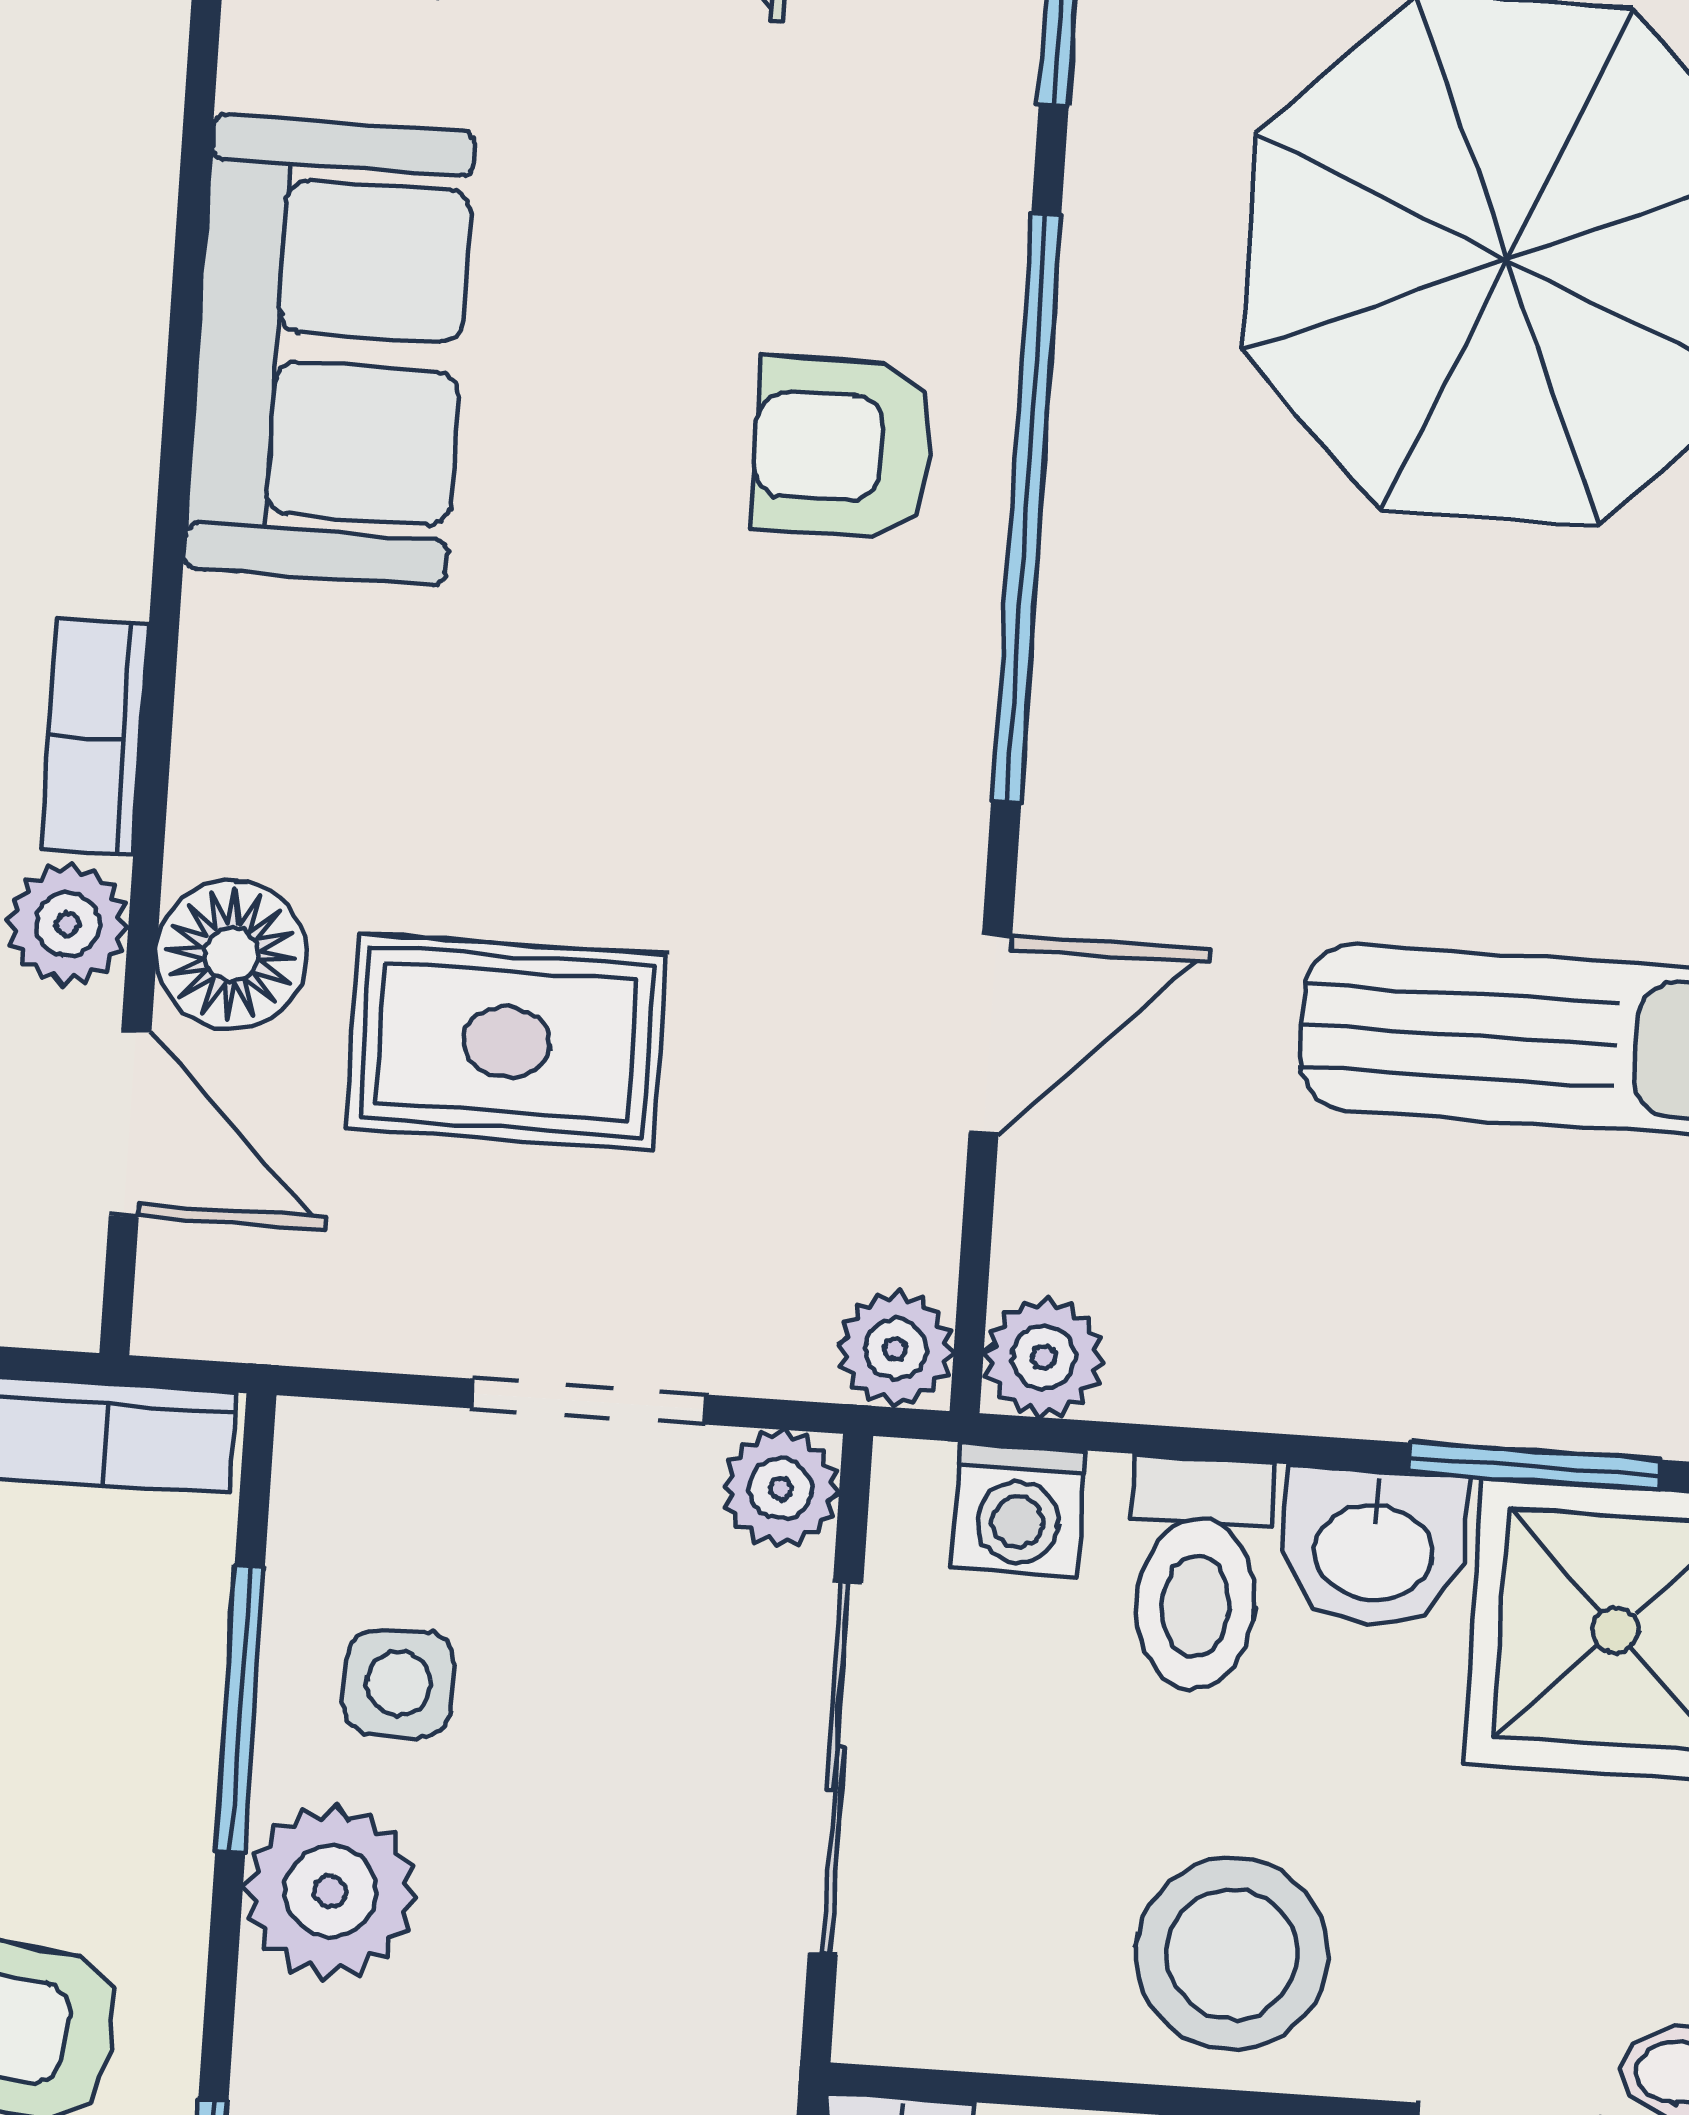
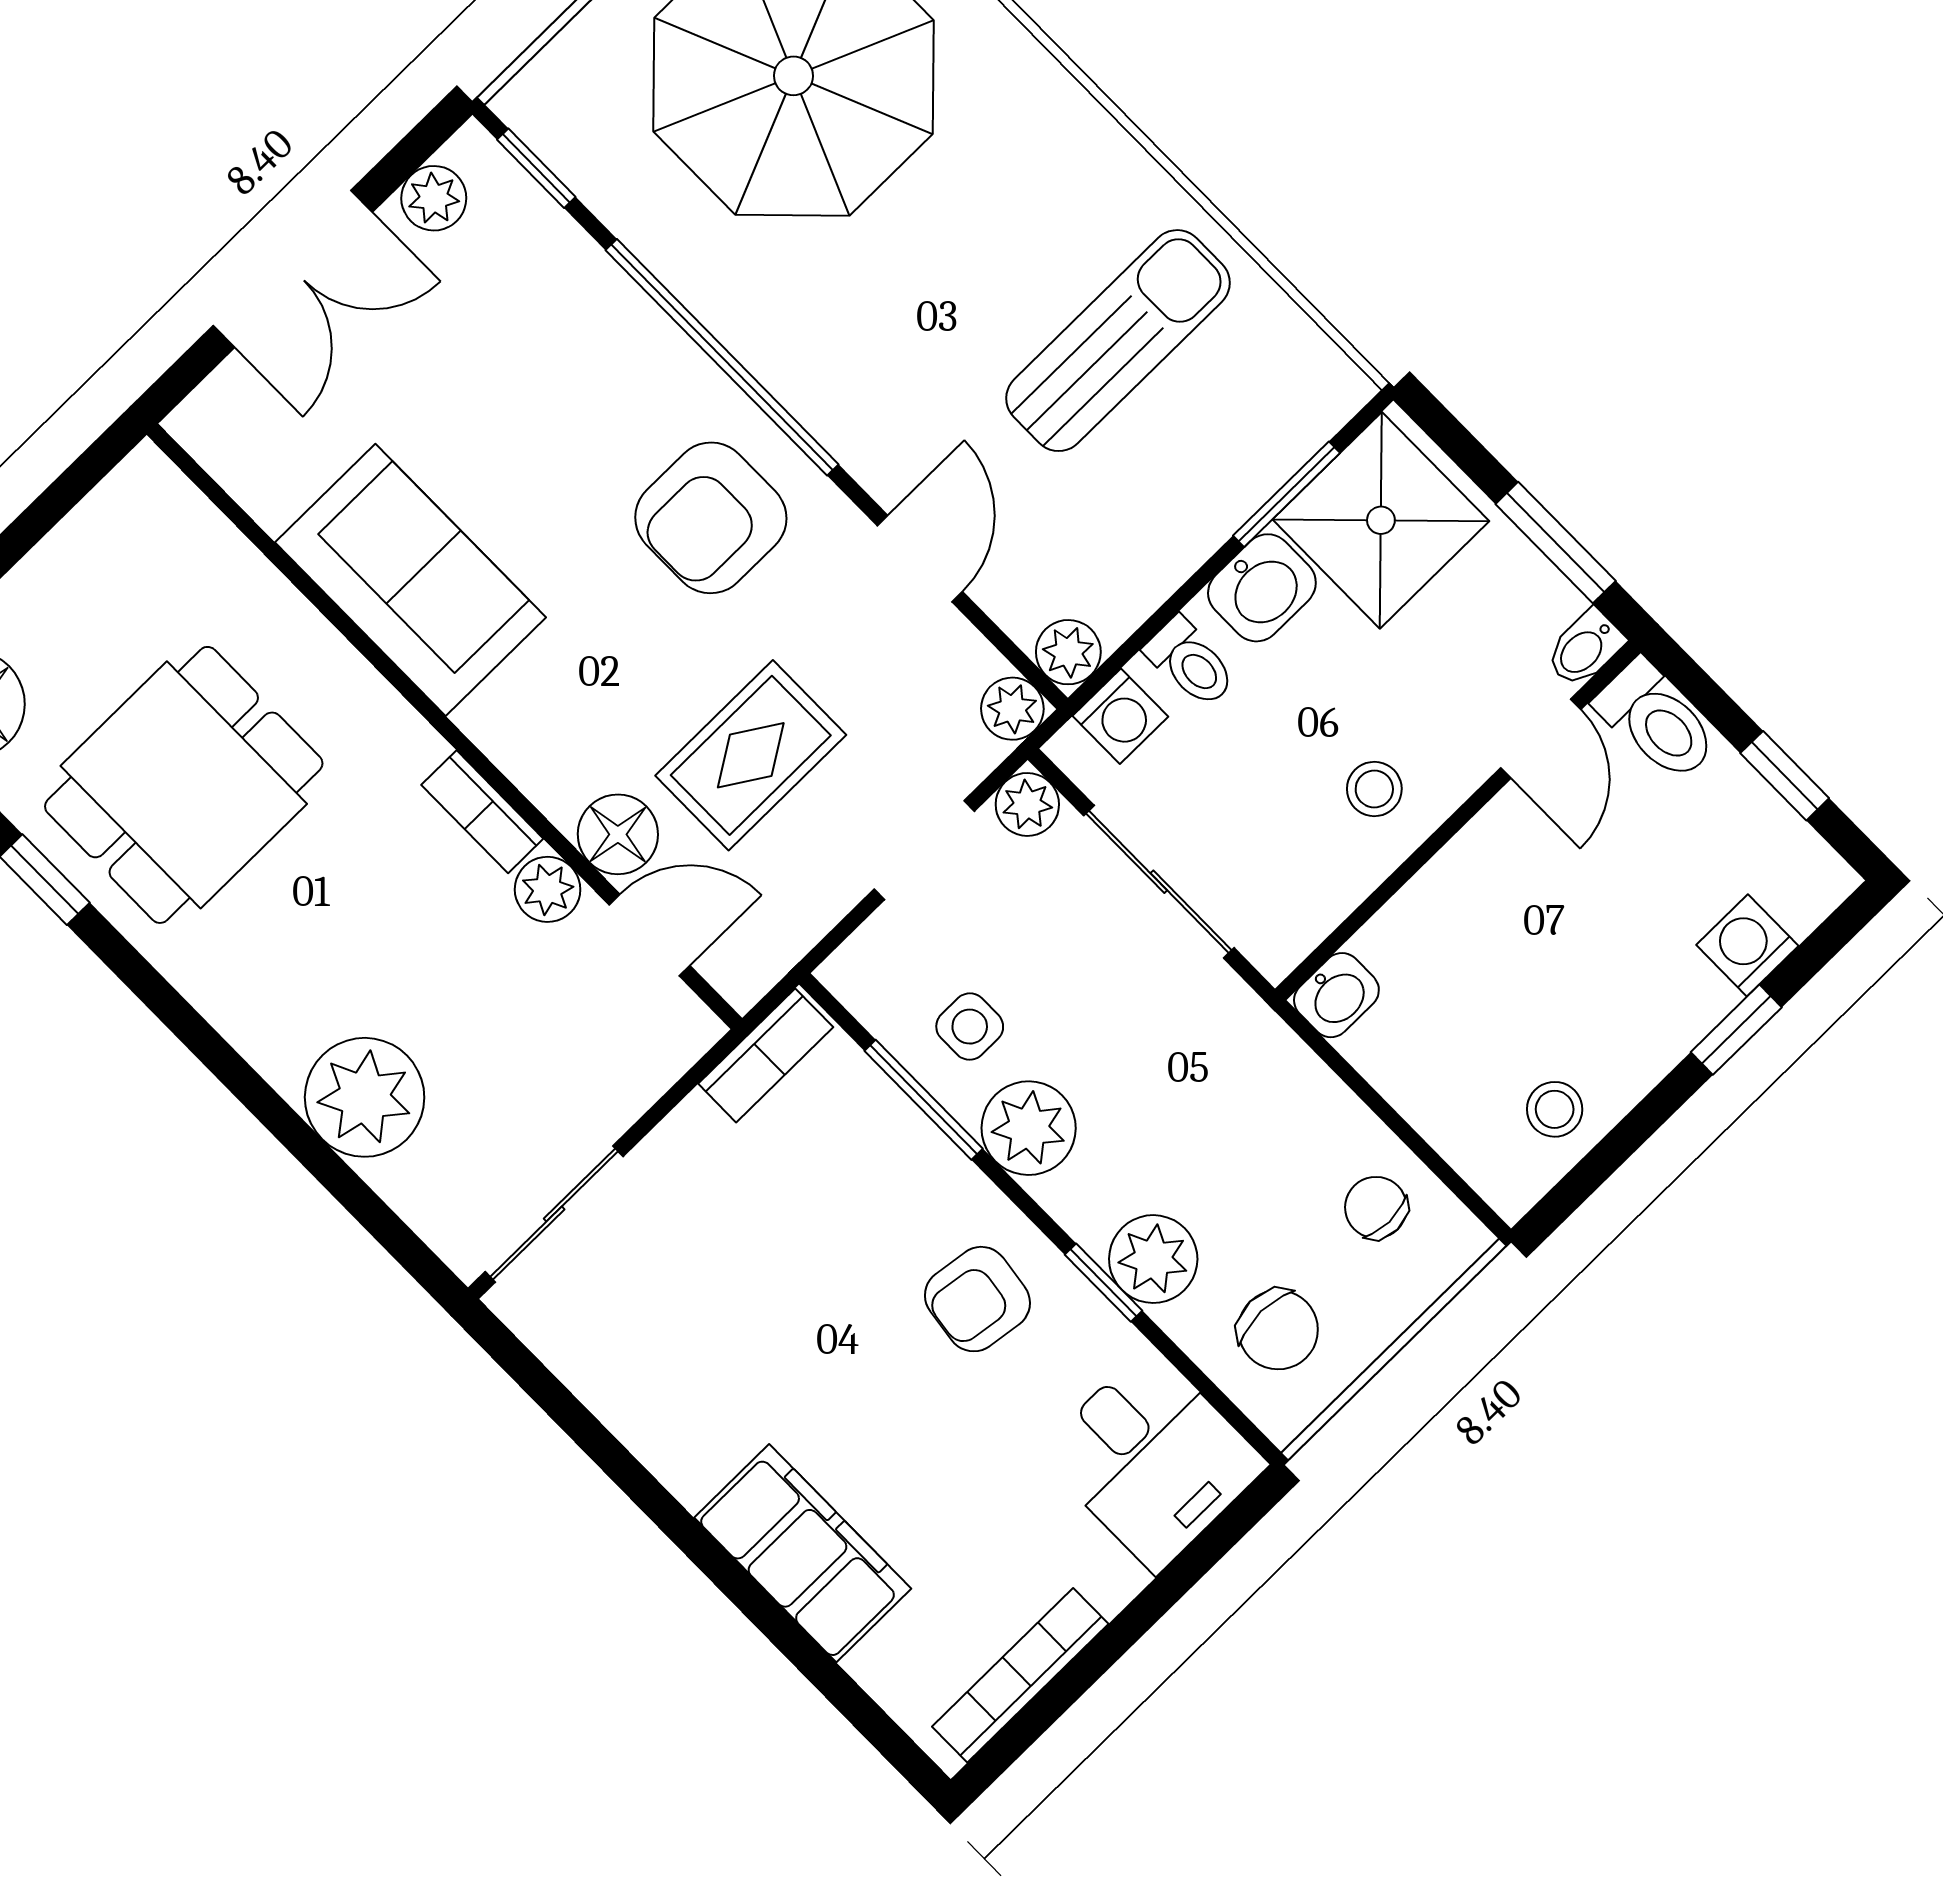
armchair: (843, 448) -> (711, 518), moved, width x1.38, depth x1.38
toilet: (1197, 1574) -> (1191, 663), width x0.73, depth x0.72
stool: (1232, 1954) -> (1374, 789), width x0.53, depth x0.53

